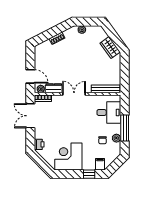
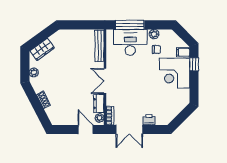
wardrobe: (110, 48) -> (42, 49), moved
door: (30, 76) -> (86, 130), hinge flipped
desk: (109, 112) -> (130, 42), width x1.37
window: (125, 128) -> (130, 25), moved
printer: (39, 144) -> (149, 120), moved
corner desk: (68, 157) -> (175, 73), moved

